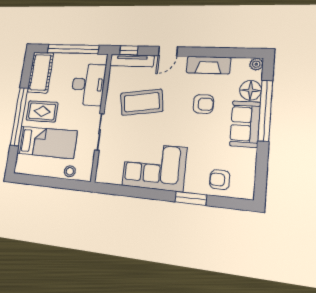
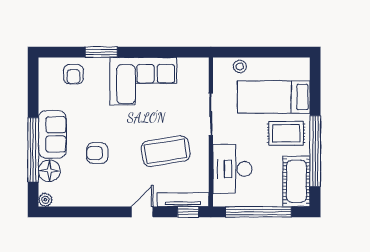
fireplace: (208, 65) -> (96, 197), removed
window: (19, 117) -> (315, 151), moved
armchair: (220, 180) -> (74, 74), turned 90

